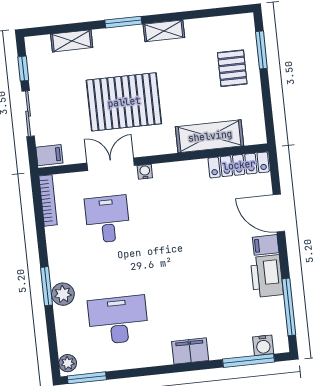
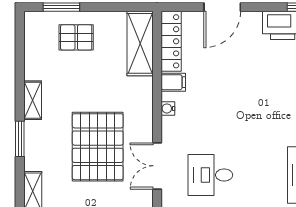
shelving: (210, 136) -> (140, 43), moved
water cooler: (145, 172) -> (168, 108), moved
filing cabinet: (266, 245) -> (173, 82), moved, turned -90

